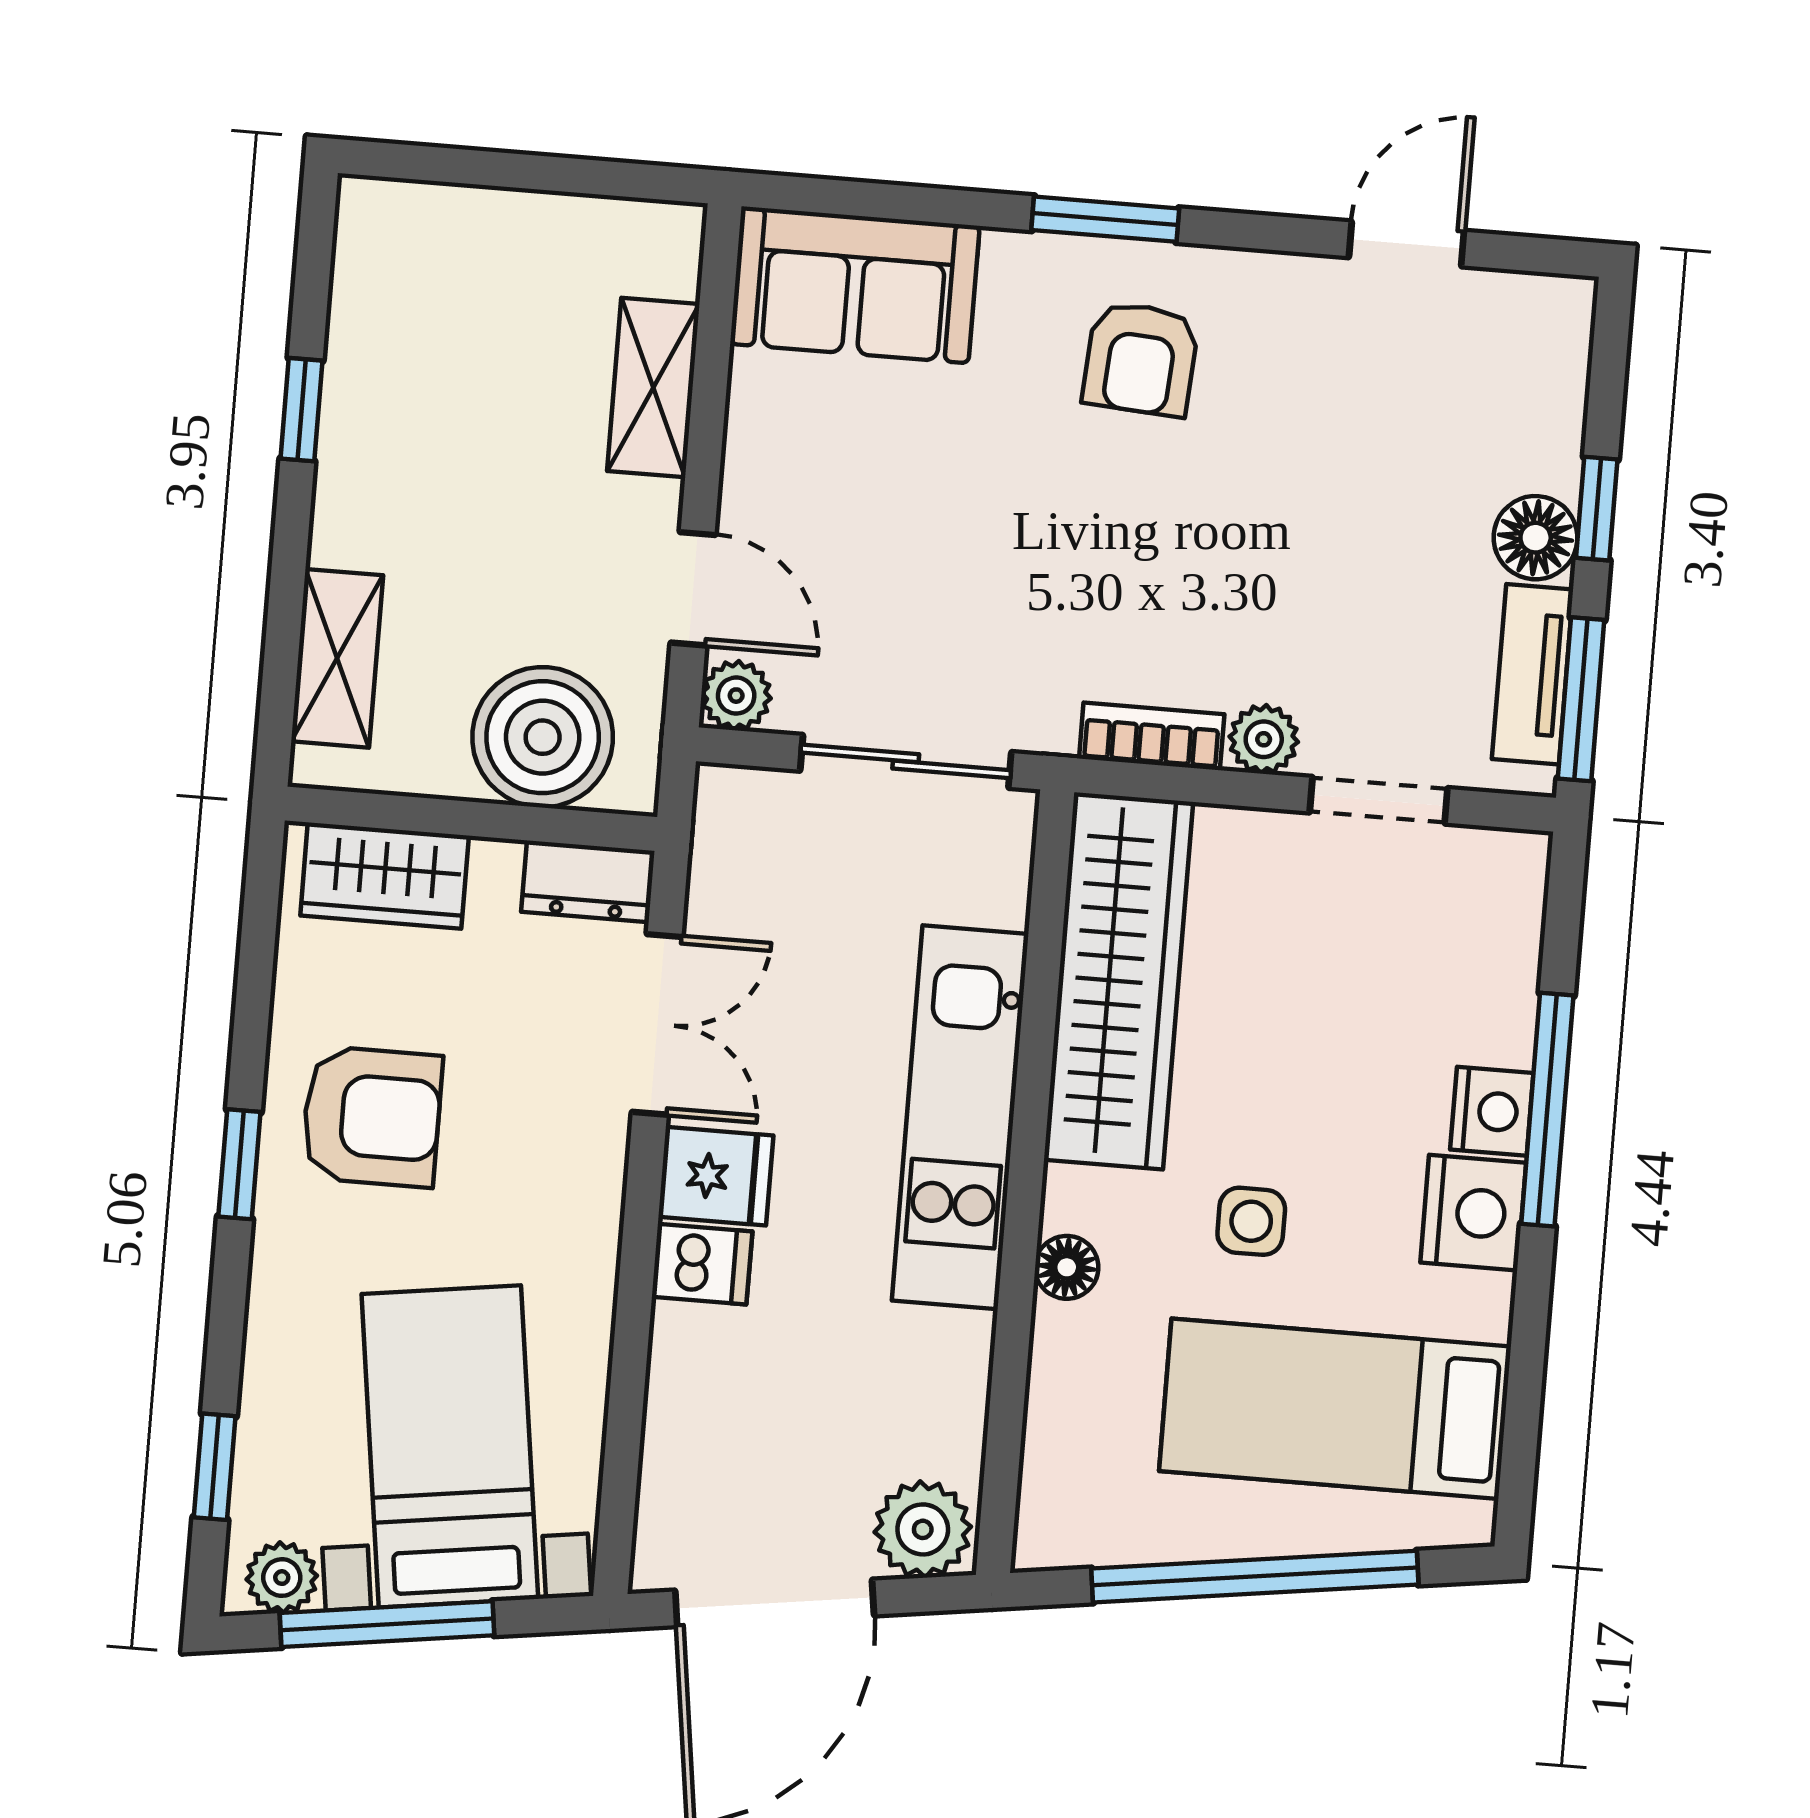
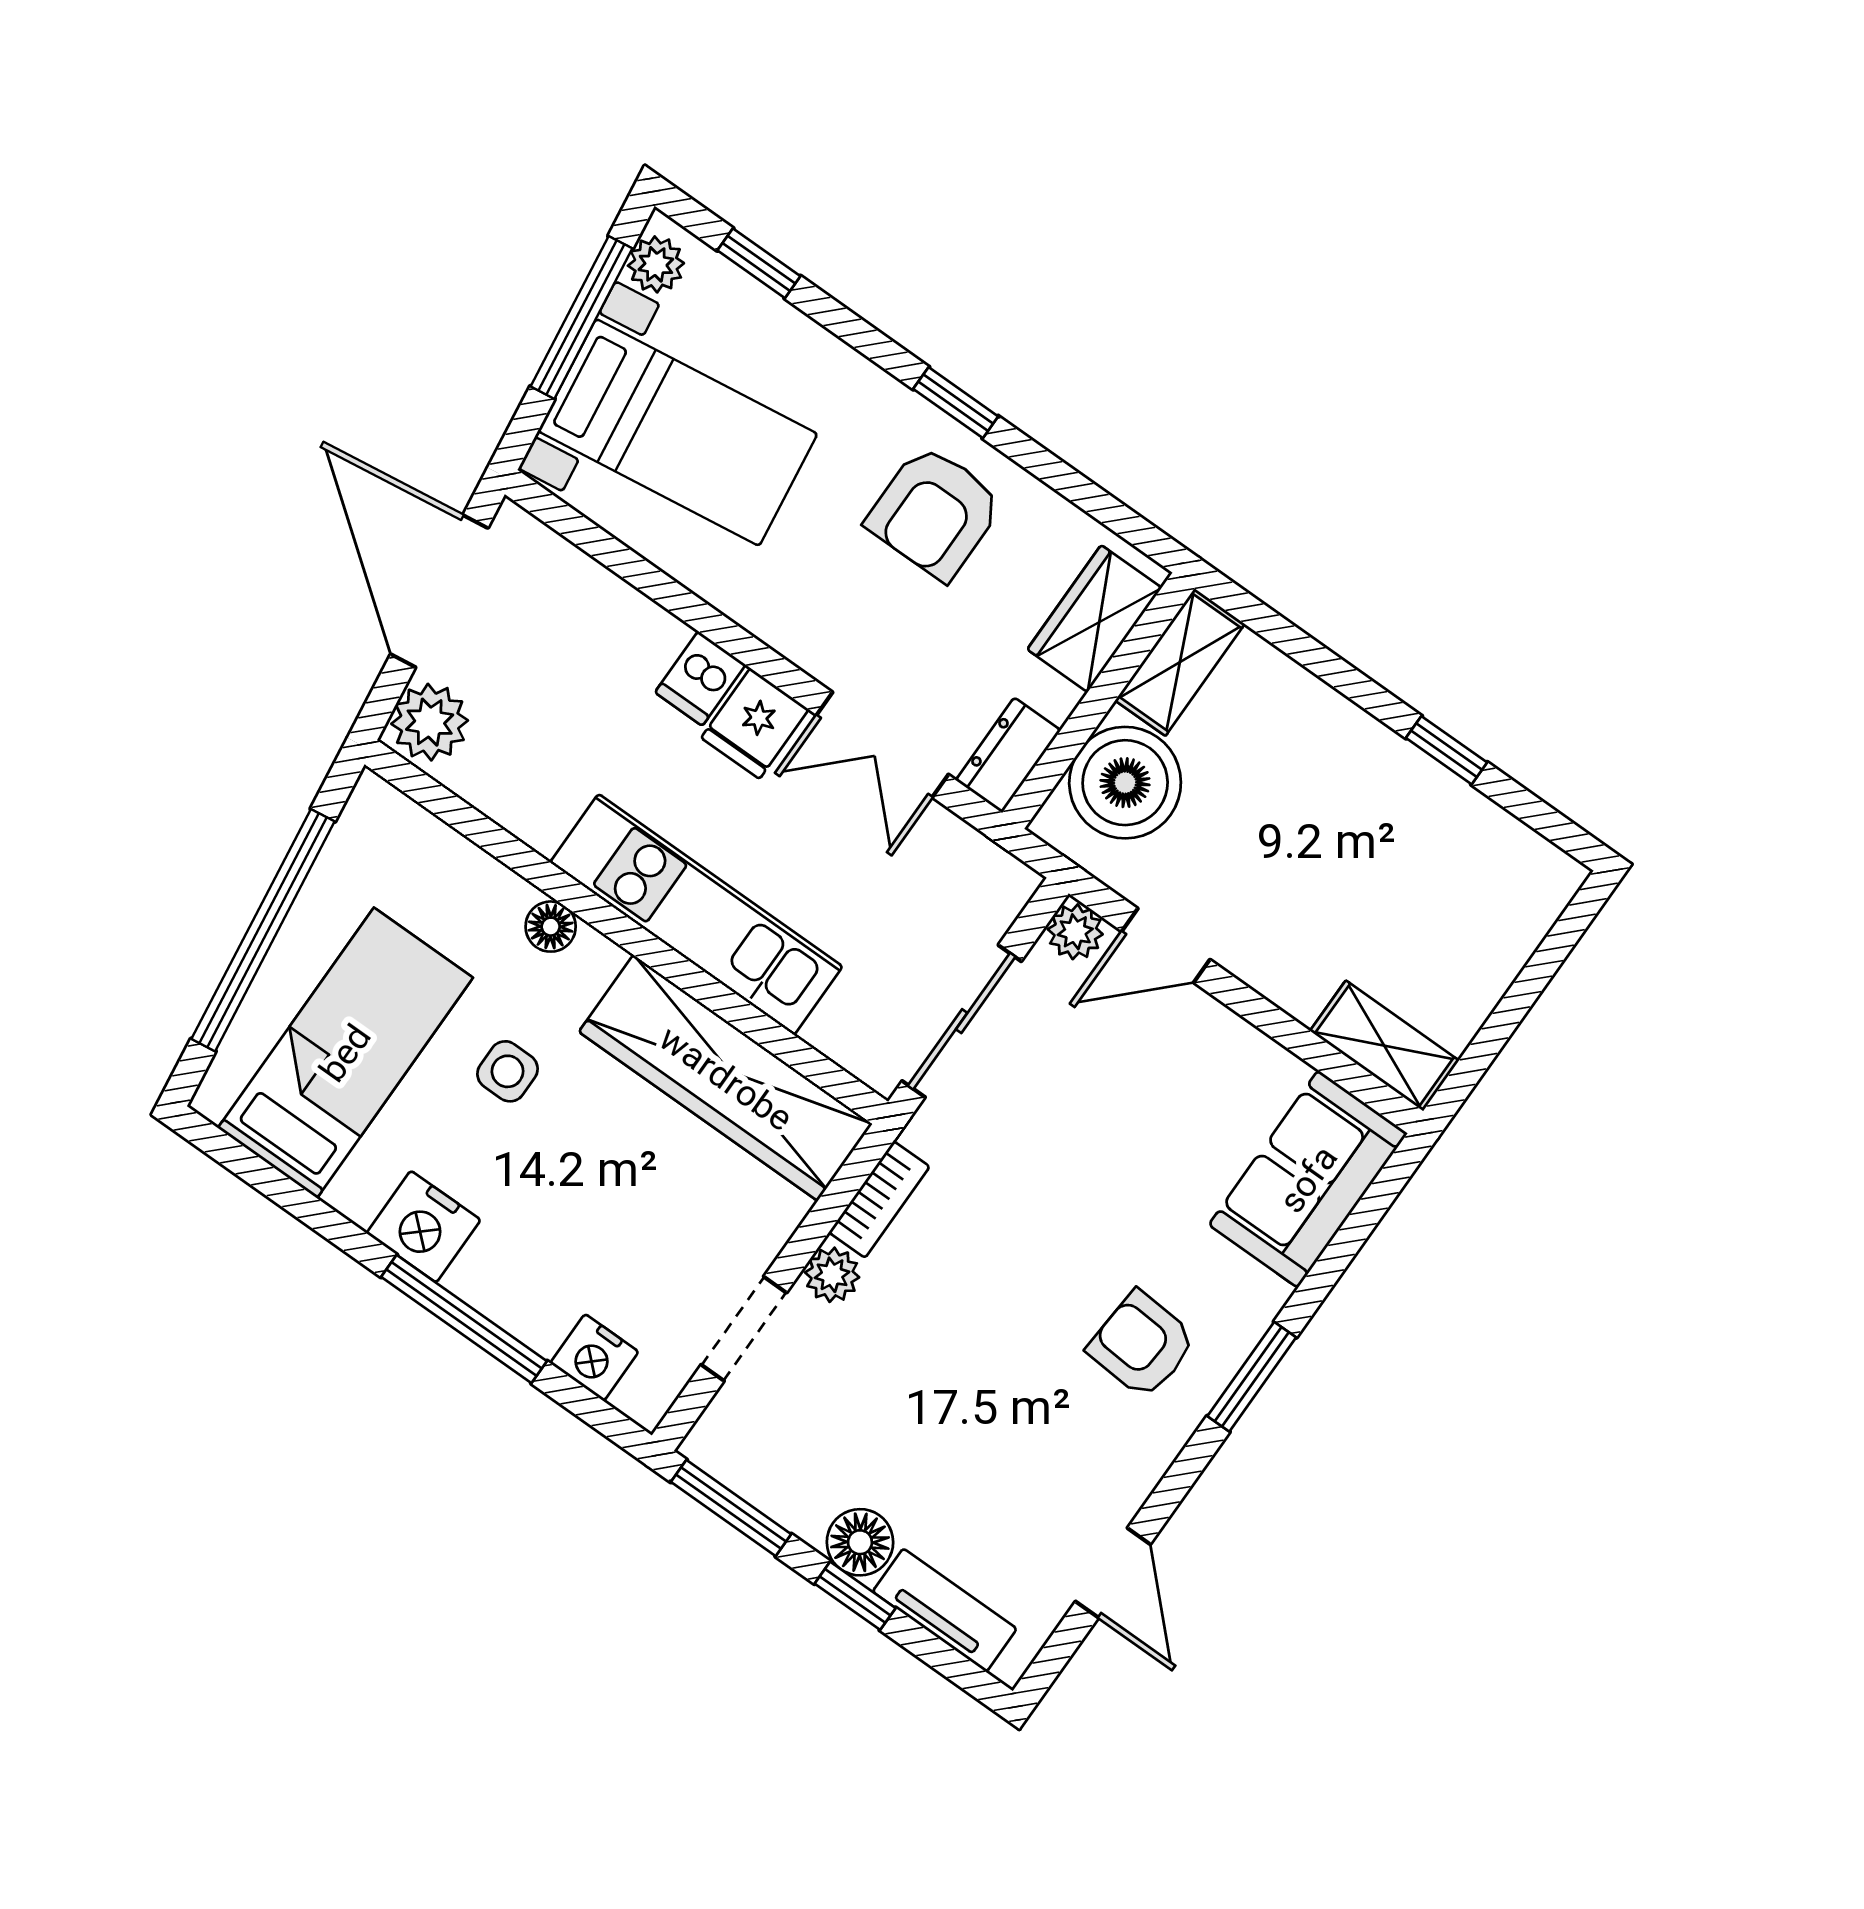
shelving: (653, 388) -> (1384, 1046), moved
shelving: (337, 658) -> (1180, 662), moved, turned 90
tv unit: (1533, 674) -> (945, 1610), moved
nightstand: (1492, 1111) -> (594, 1357), moved

